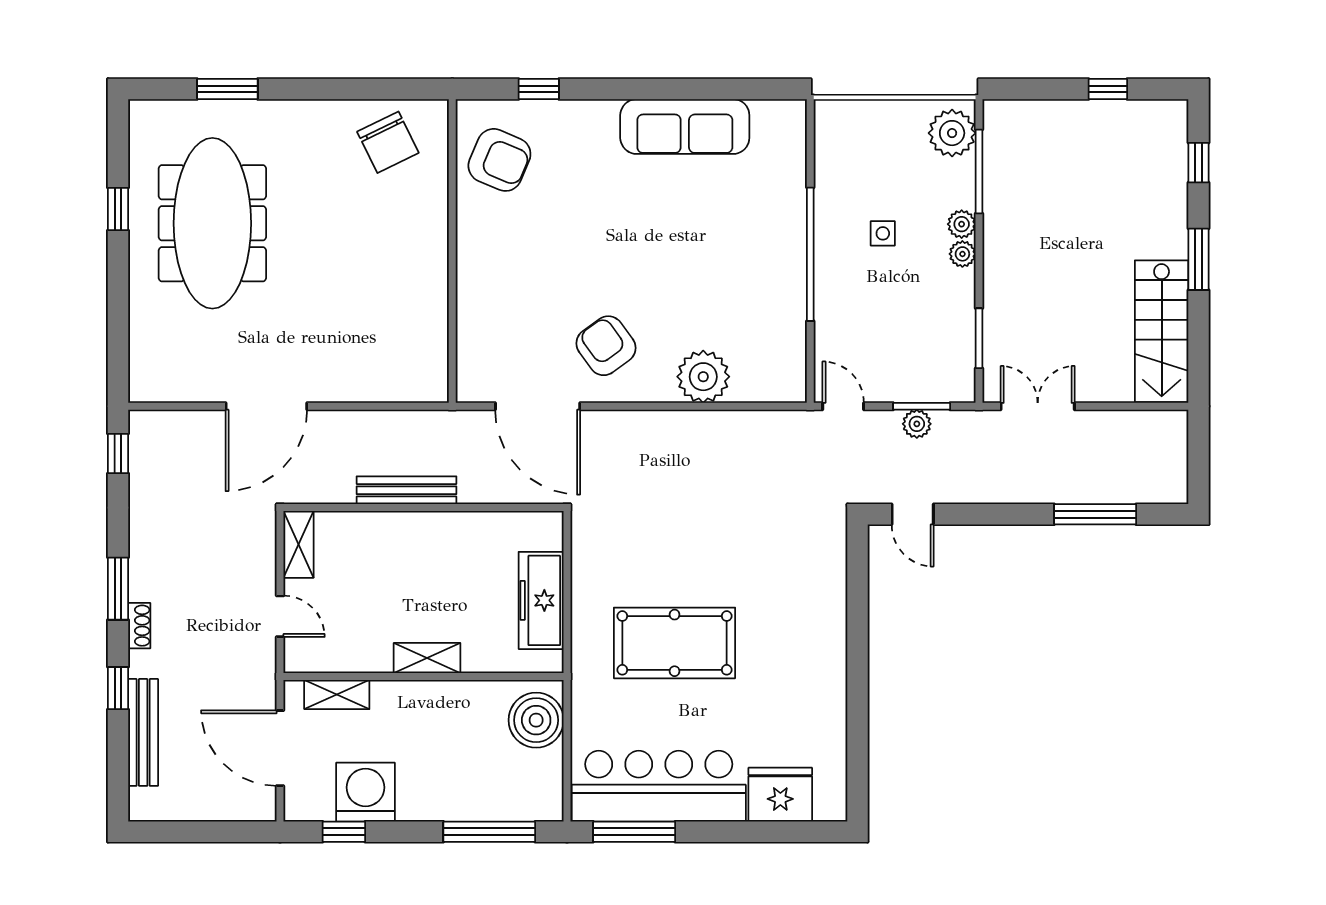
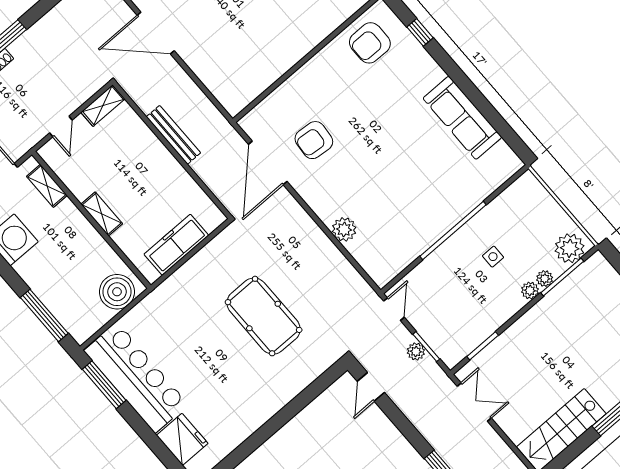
armchair: (499, 160) -> (370, 43), turned 67
plant: (962, 254) -> (545, 279), moved
armchair: (606, 346) -> (314, 140), moved, turned -139
plant: (703, 377) -> (344, 229), width x0.73, depth x0.73
pool table: (675, 643) -> (264, 316), moved

